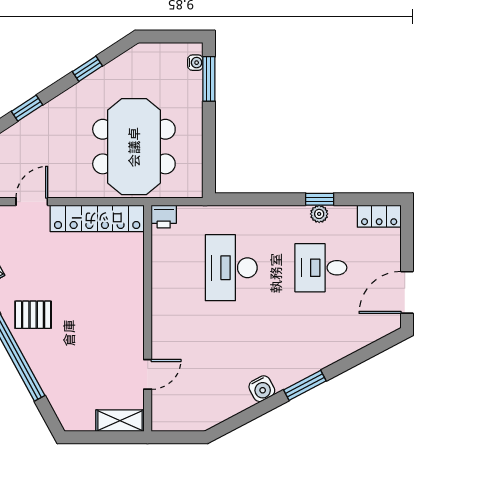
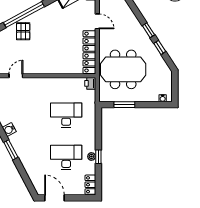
window: (209, 79) -> (124, 105), moved
window: (27, 108) -> (148, 30), moved
desk: (321, 268) -> (66, 157), width x1.37
pallet: (33, 315) -> (23, 31), moved
door: (148, 374) -> (16, 76), swing flipped

